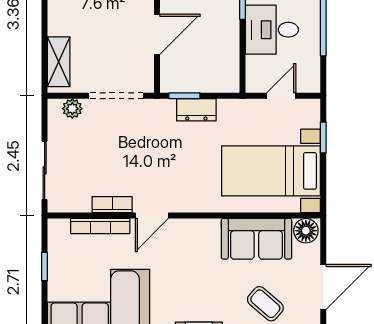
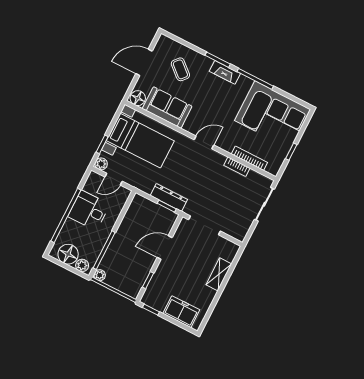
desk: (272, 30) -> (89, 210), moved, turned 180
shelving: (59, 62) -> (219, 274), moved
plant: (72, 109) -> (101, 164), moved
dresser: (196, 110) -> (169, 198), width x1.44
door: (152, 216) -> (204, 142), moved

